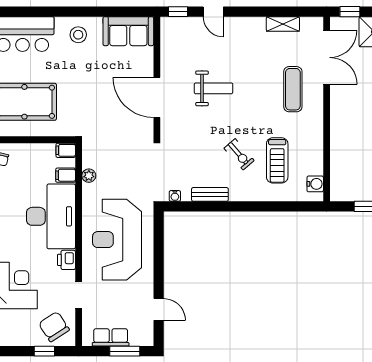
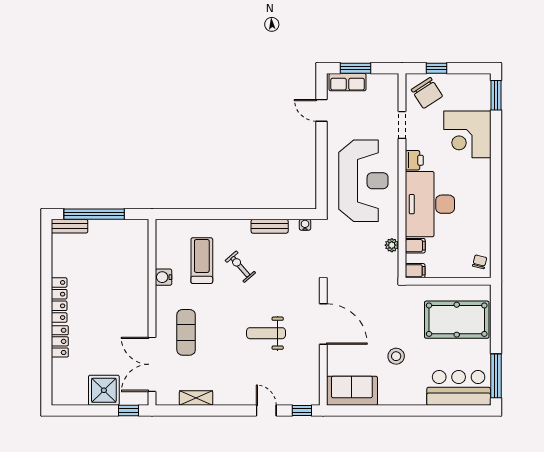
stool: (78, 35) -> (396, 356), moved
water cooler: (315, 184) -> (164, 277), moved
row of seats: (111, 337) -> (348, 82), moved

